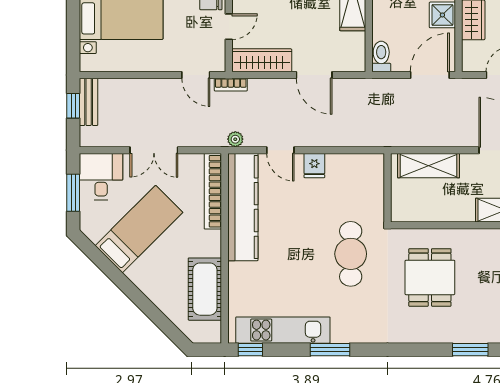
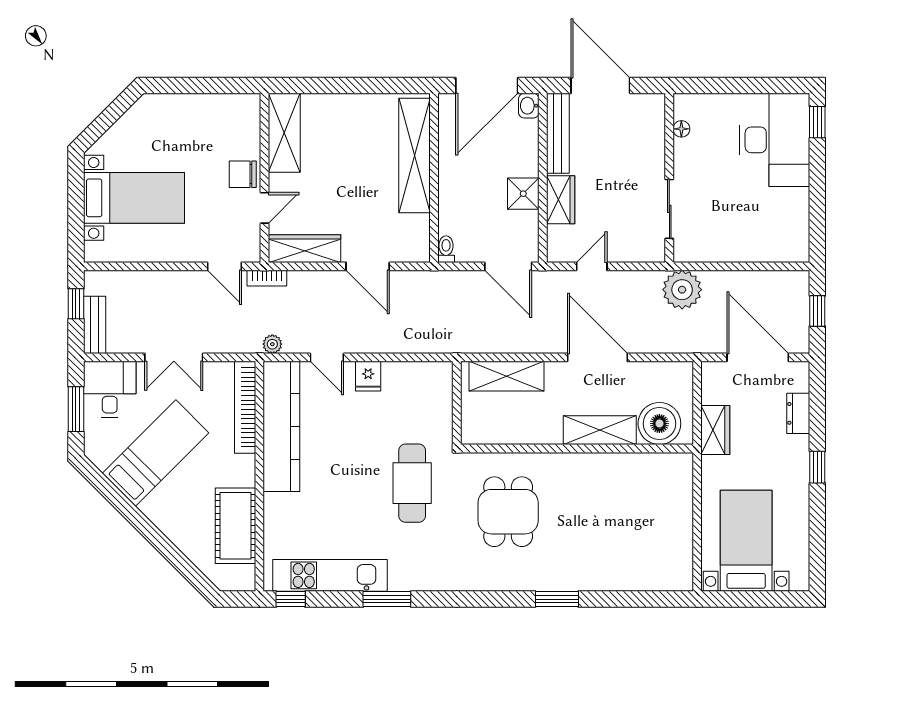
toilet: (381, 56) -> (446, 249), width x0.73, depth x0.72
door: (430, 75) -> (508, 266), swing flipped
bench: (89, 102) -> (95, 325), moved

